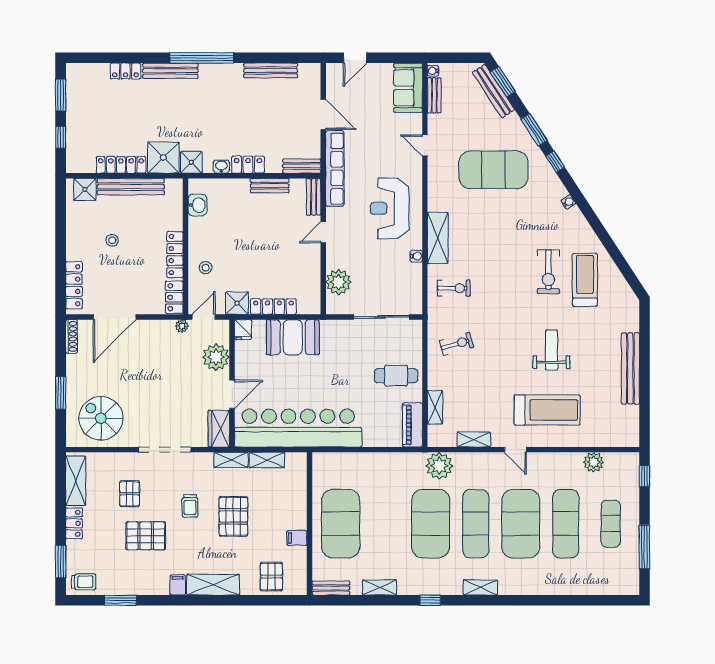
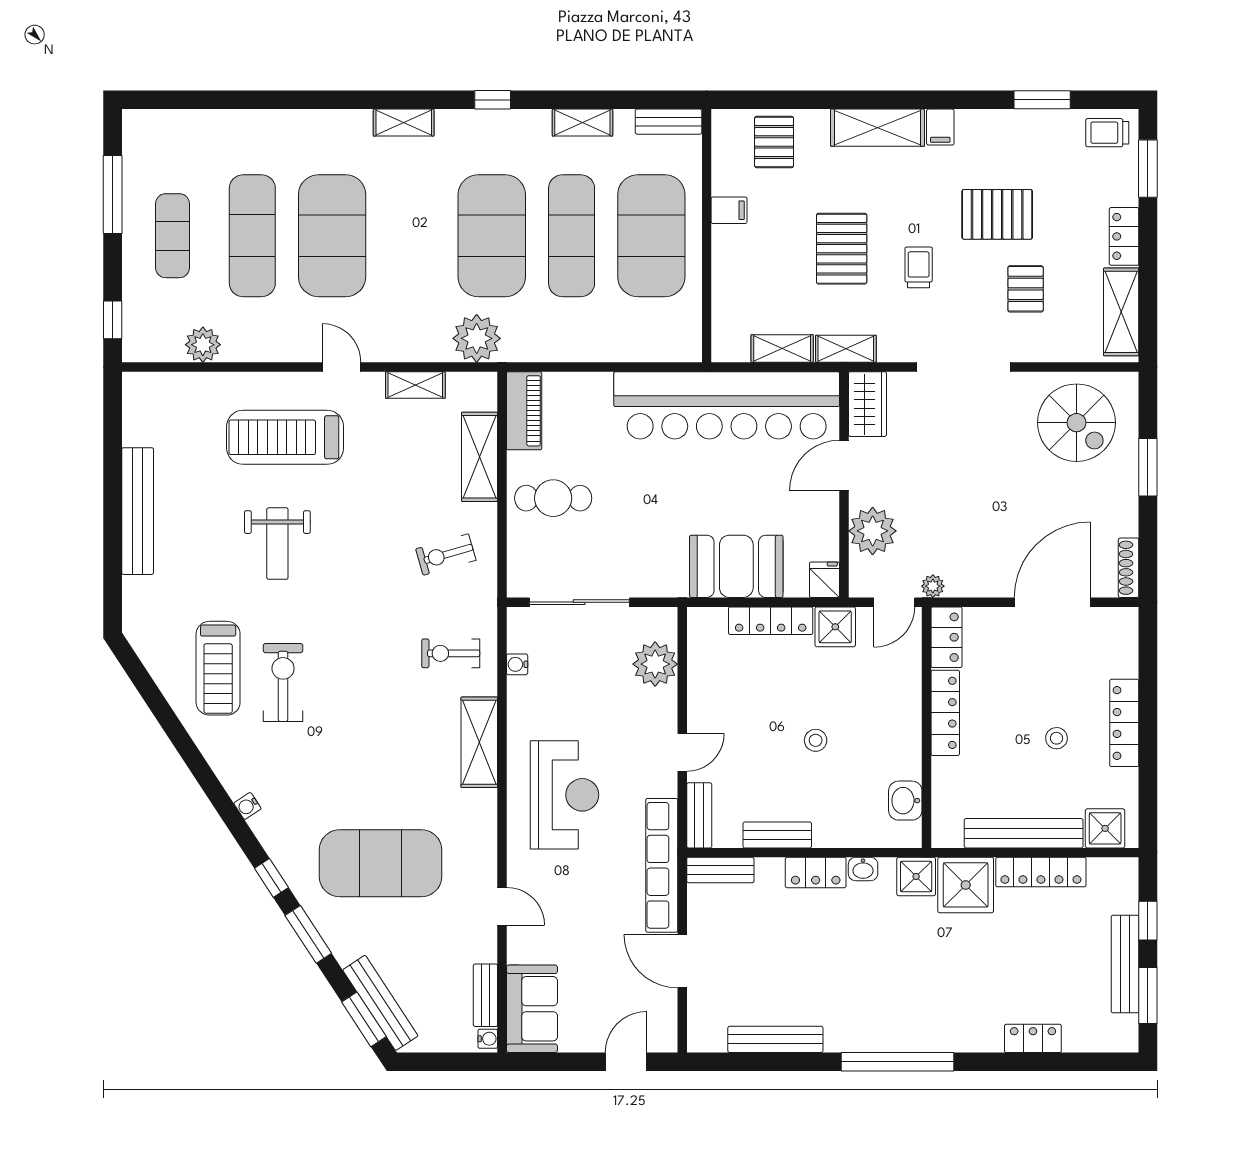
bench: (170, 71) -> (1125, 964), moved, turned 90
water cooler: (416, 256) -> (517, 664), moved
stool: (206, 268) -> (816, 740), moved
locker: (74, 285) -> (1124, 723), moved
shelving: (435, 407) -> (480, 457), width x1.50, depth x1.33
exercise mat: (476, 524) -> (572, 236), moved

